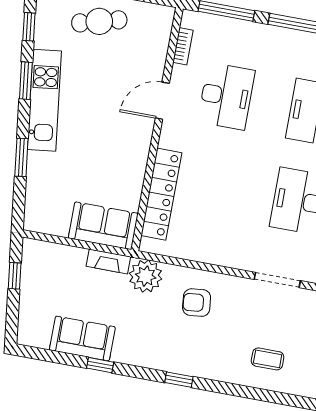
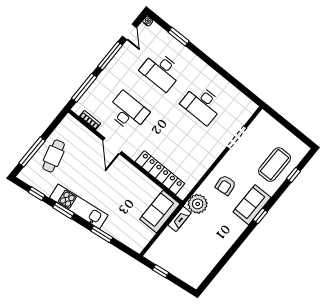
sofa: (82, 338) -> (252, 205), moved
coffee table: (268, 359) -> (275, 165), width x1.86, depth x1.72
window: (100, 365) -> (294, 175), moved

